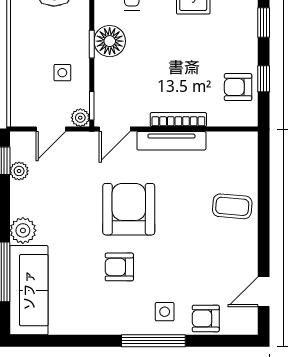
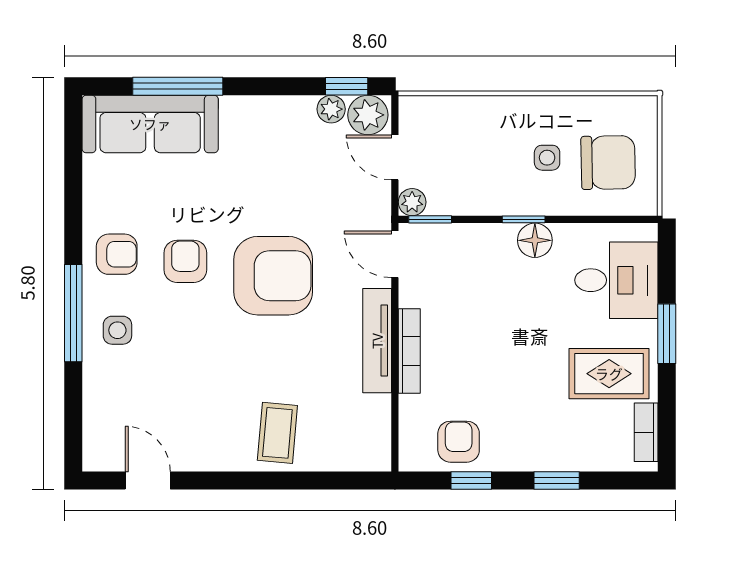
floor lamp: (110, 41) -> (535, 240), width x0.73, depth x0.73
side table: (62, 73) -> (547, 158), moved
plant: (23, 230) -> (368, 115), moved
armchair: (206, 318) -> (117, 254), moved, turned 90

